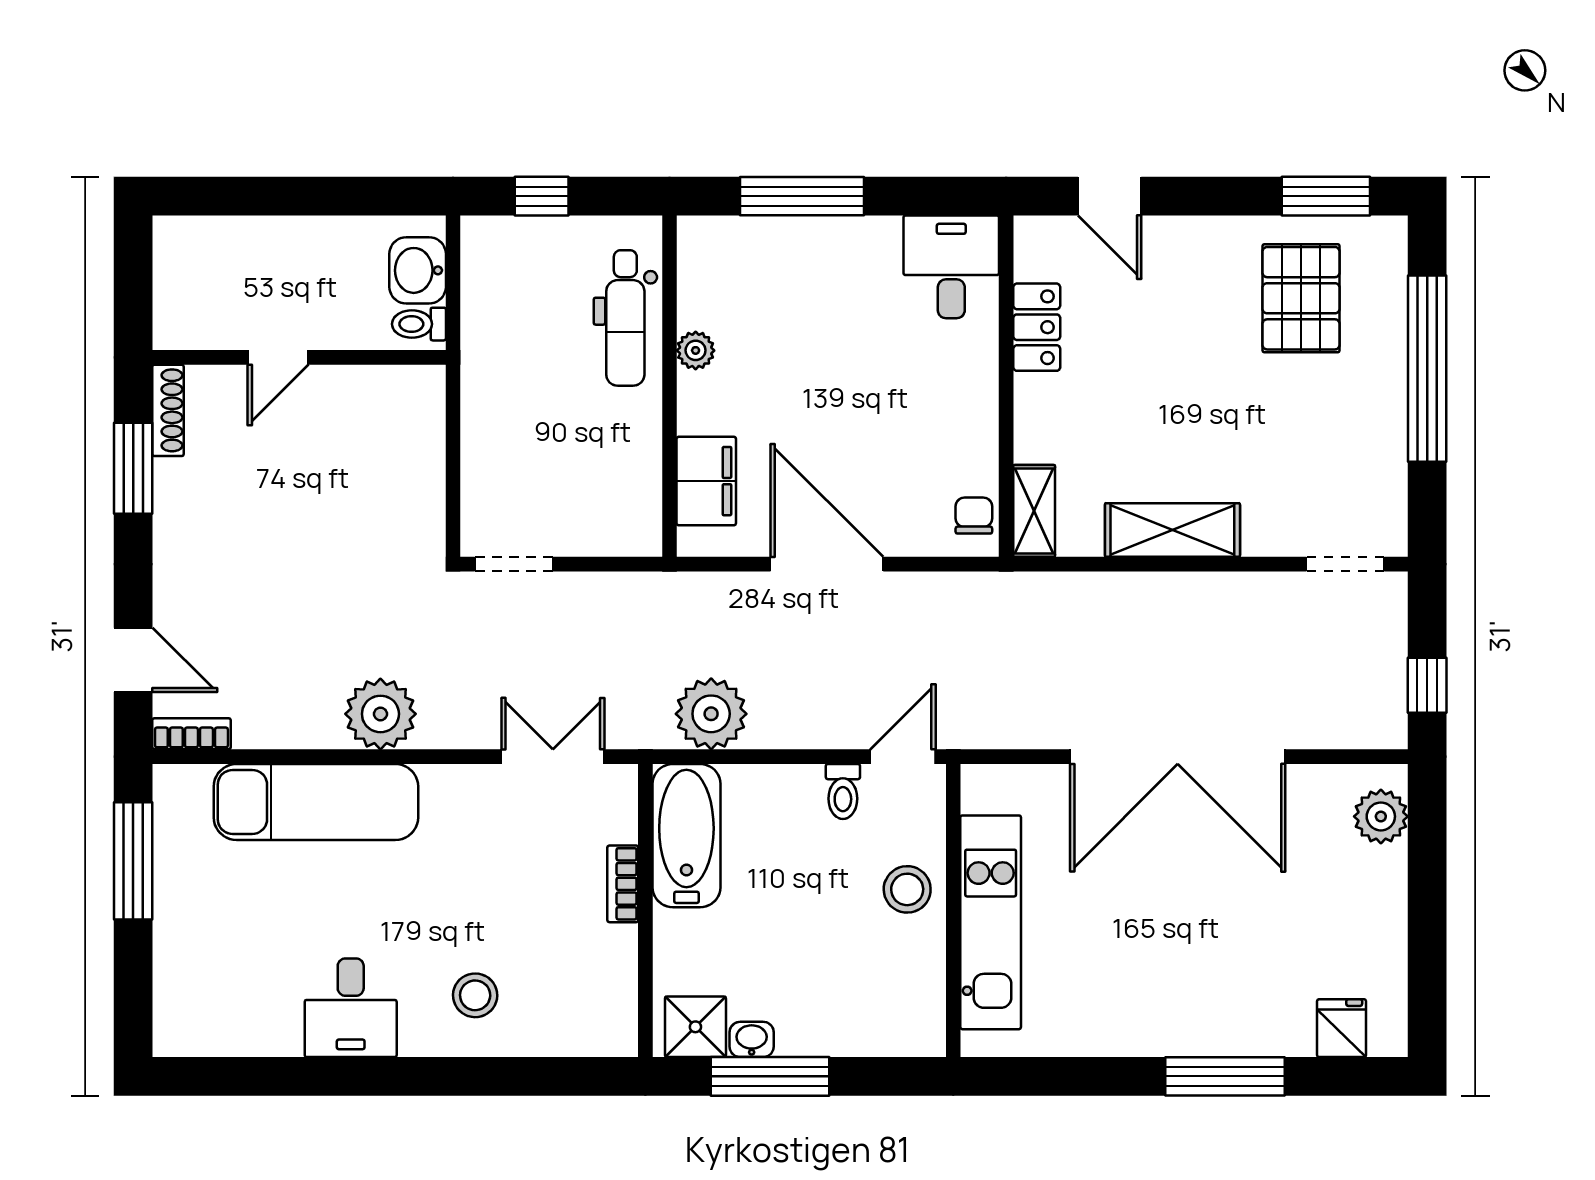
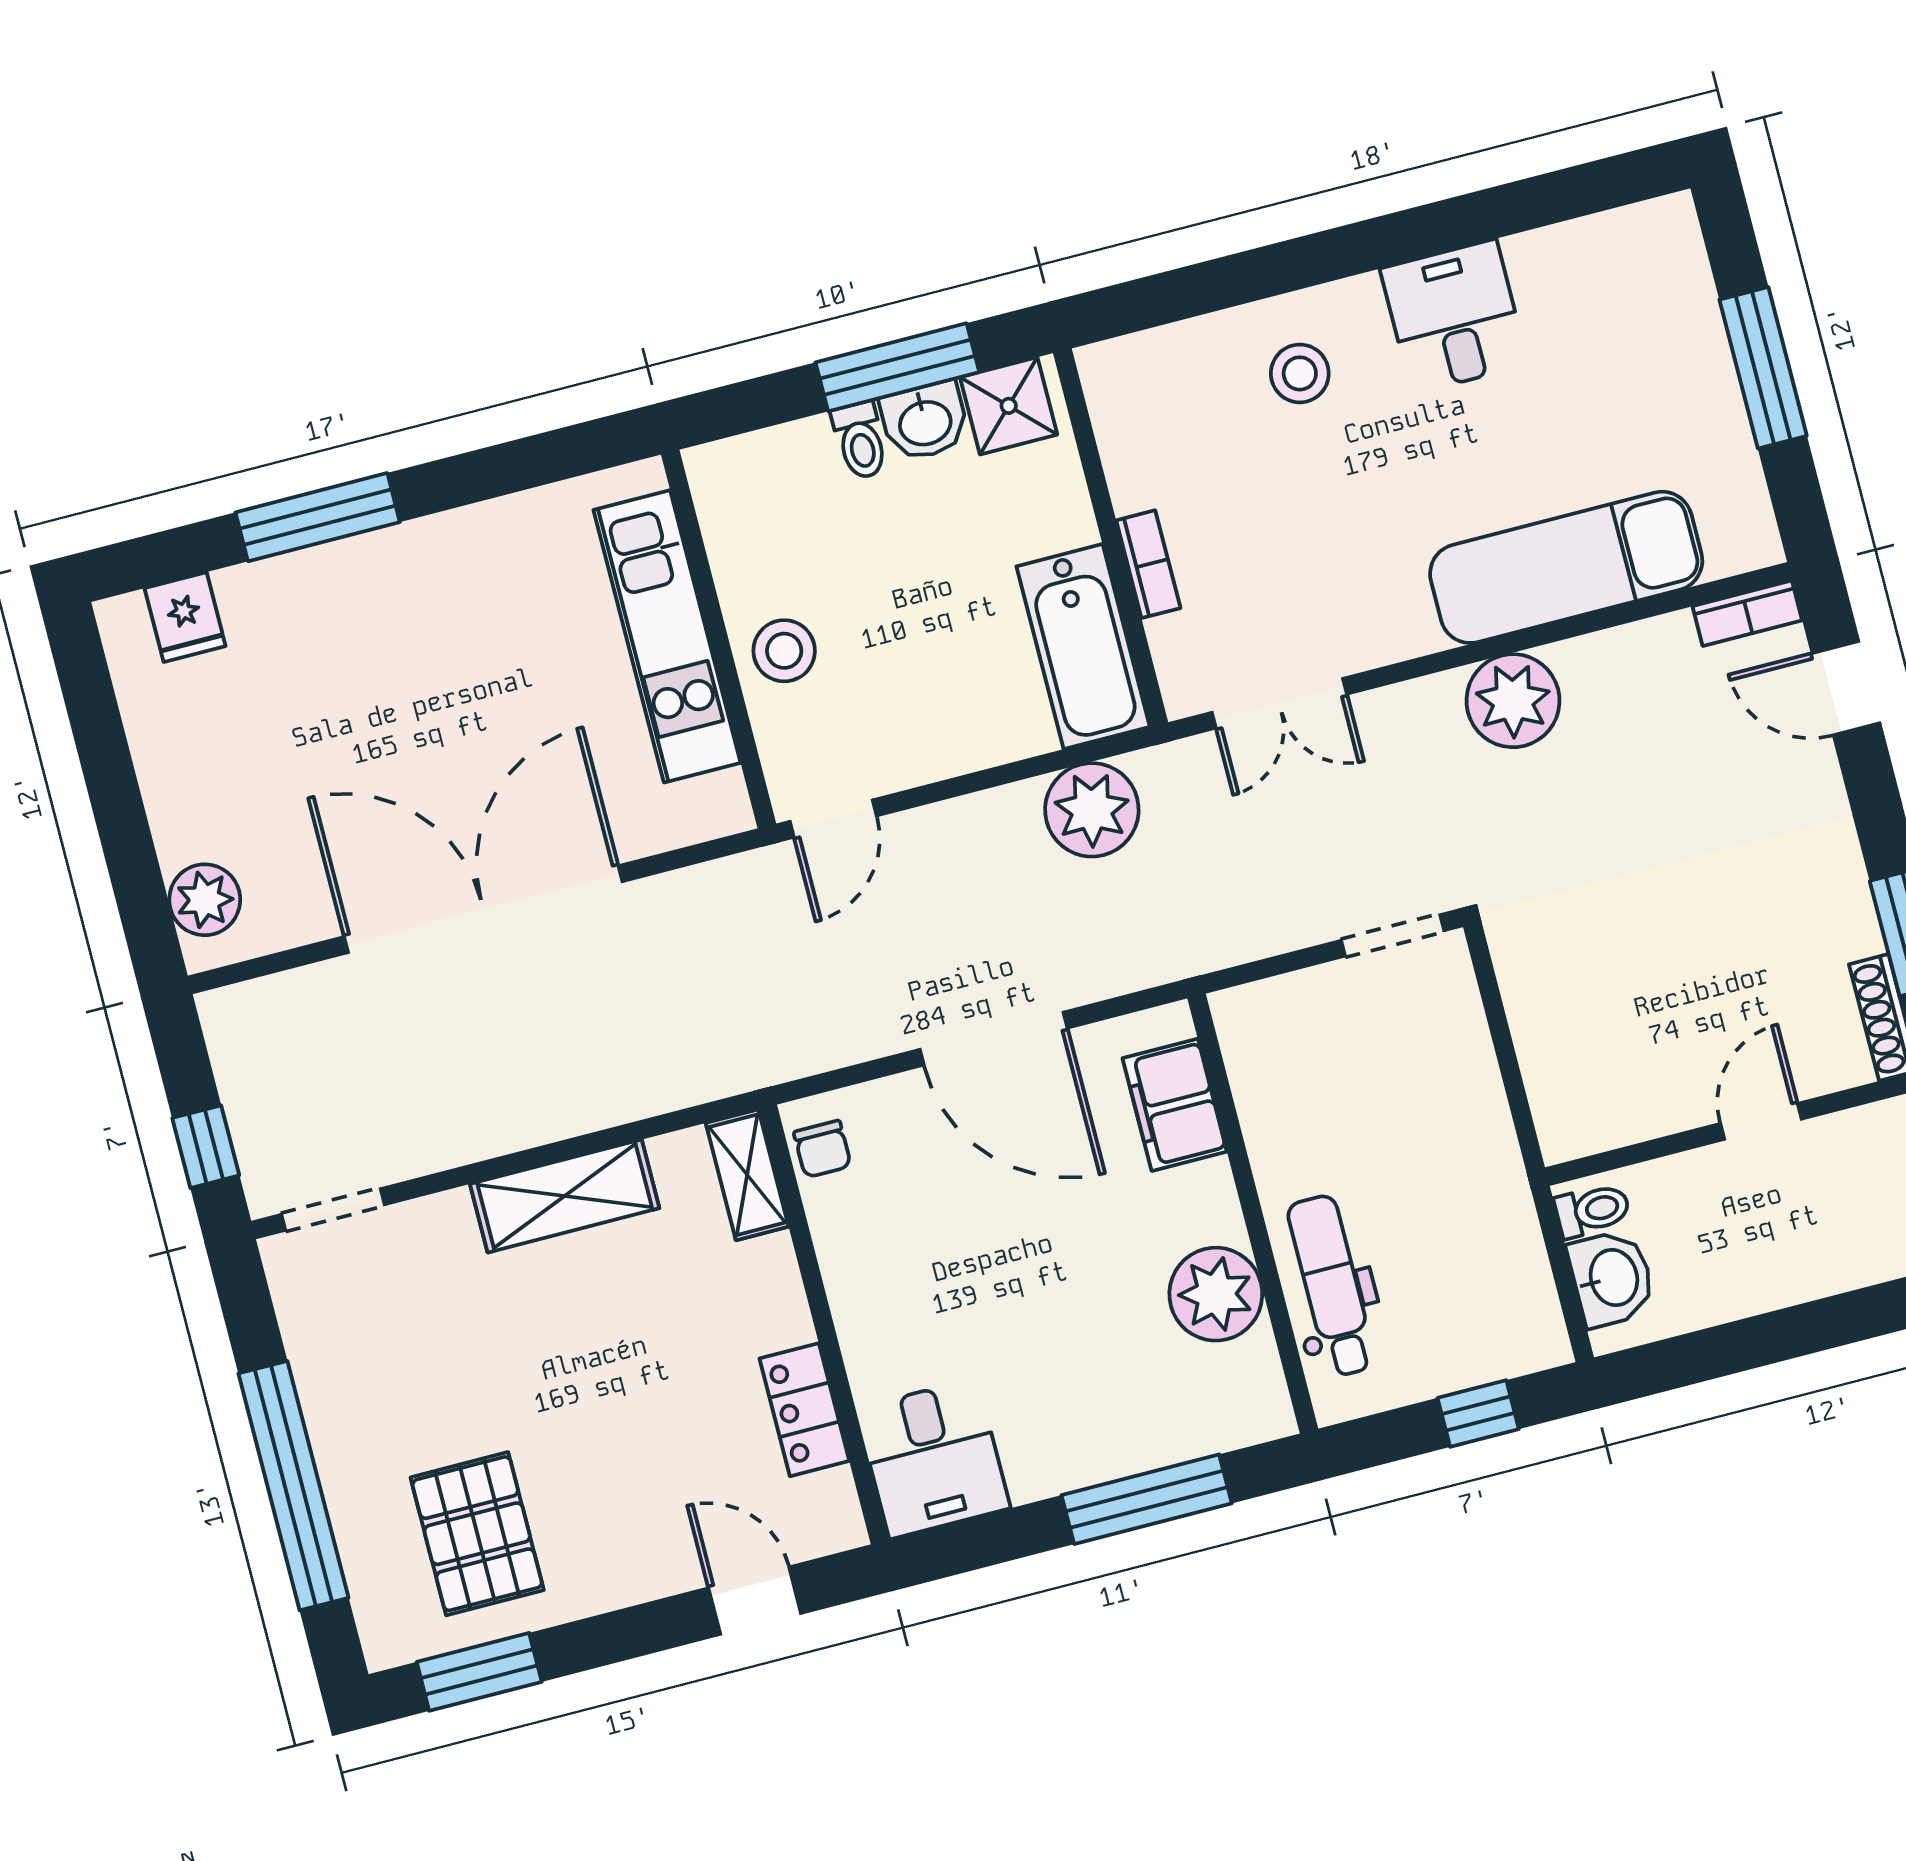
plant: (696, 350) -> (1216, 1294), width x1.87, depth x1.87
window: (1427, 685) -> (206, 1147), moved
toilet: (843, 791) -> (860, 441), moved, turned 180
window: (133, 861) -> (1763, 368), moved
washbasin: (752, 1039) -> (925, 421), width x1.38, depth x1.45

